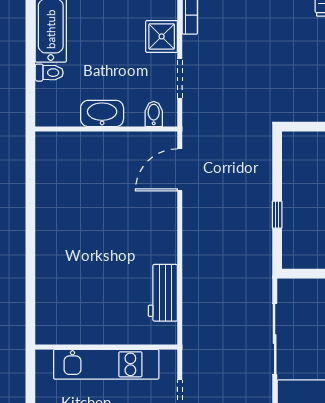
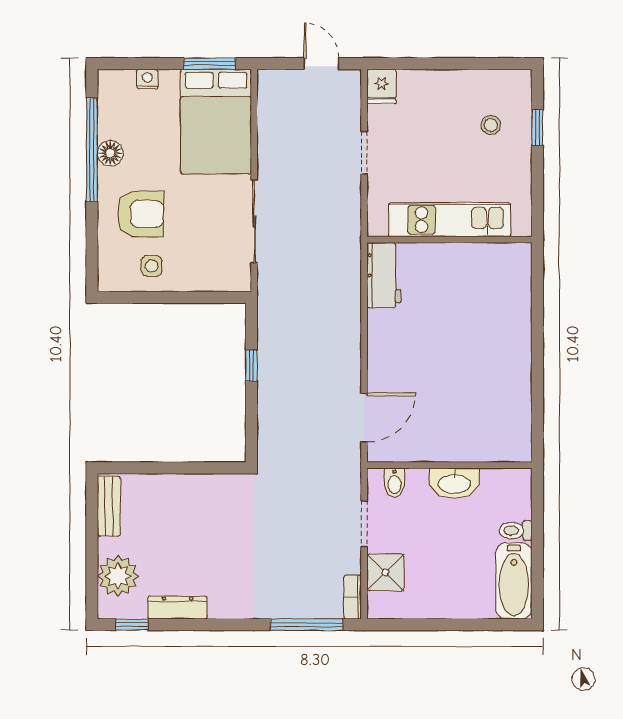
wall: (106, 347) -> (449, 240), moved
kitchen unit: (106, 364) -> (450, 220), moved

